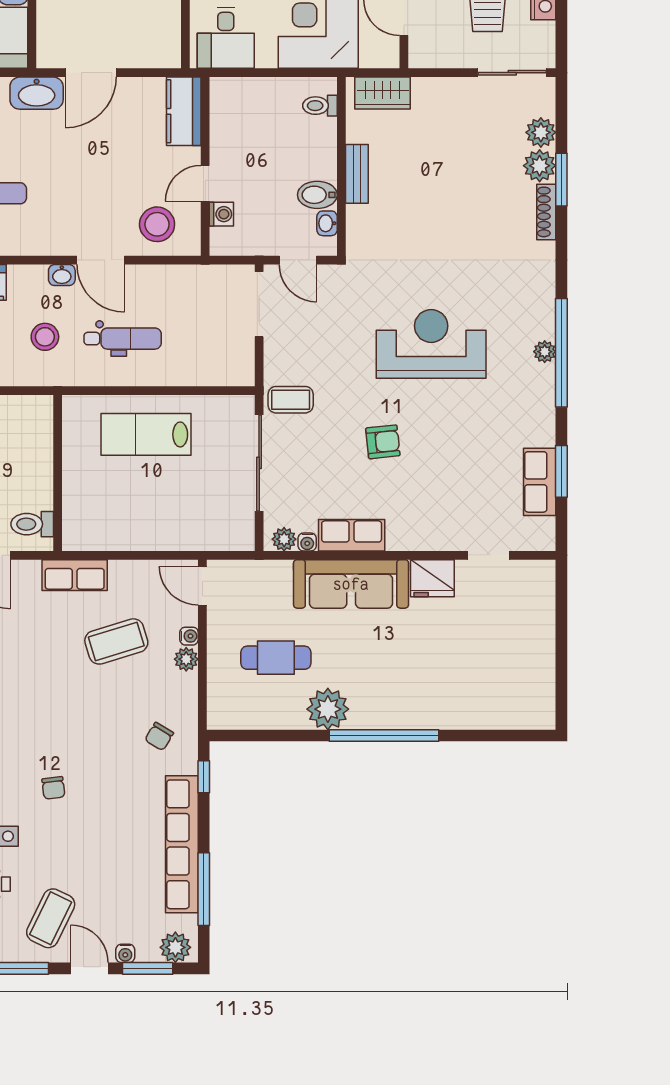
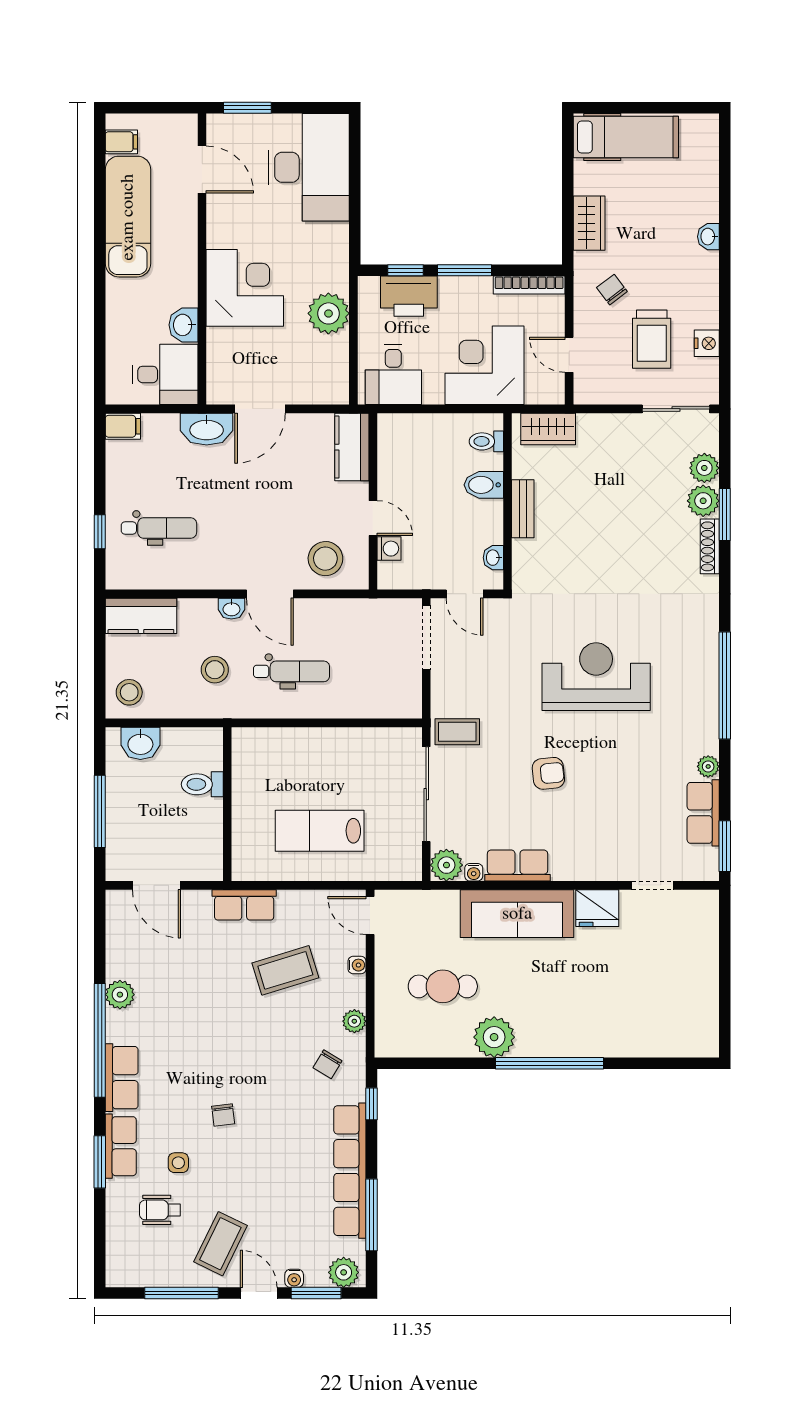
door: (205, 183) -> (373, 518), swing flipped
bidet: (317, 195) -> (484, 485), moved
plant: (545, 352) -> (708, 766), moved
lab bench: (146, 434) -> (320, 831), moved
window: (561, 471) -> (725, 846), moved
toilet: (32, 524) -> (202, 784), moved
plant: (284, 539) -> (446, 865), width x1.38, depth x1.38
plant: (186, 659) -> (354, 1021), moved

